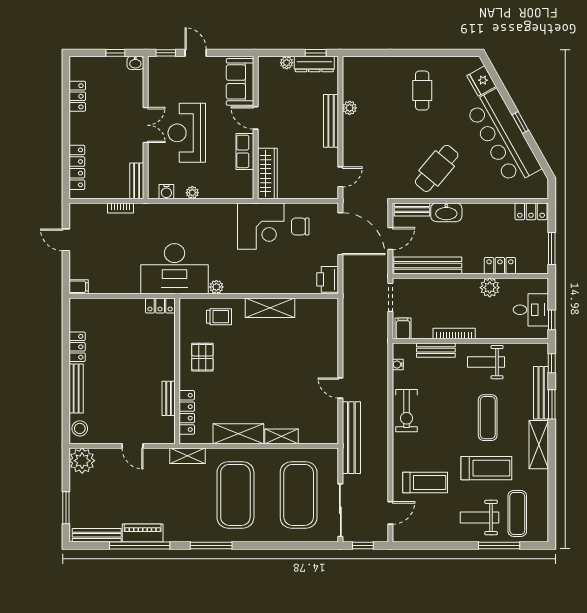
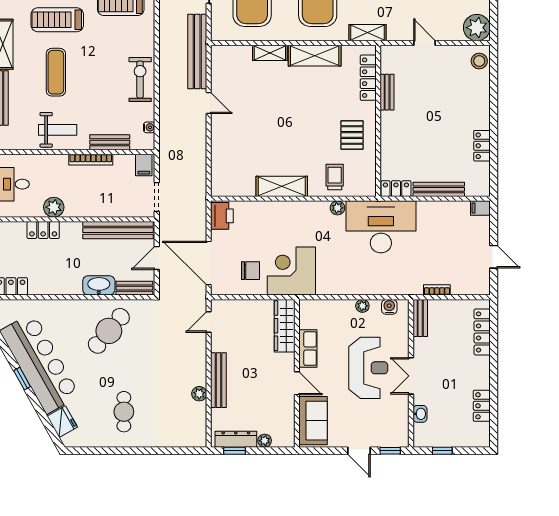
washbasin: (135, 63) -> (420, 414), moved, turned 90
trolley: (219, 317) -> (335, 177), turned 90
bench: (76, 388) -> (439, 189), moved, turned 90

